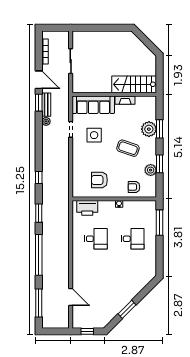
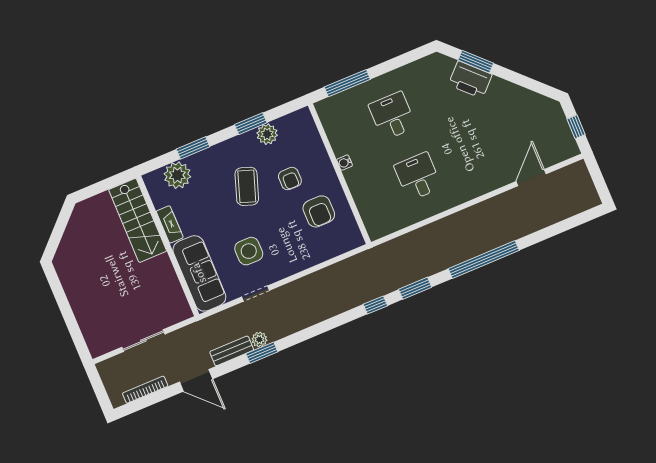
door: (39, 80) -> (196, 380), swing flipped
window: (39, 103) -> (262, 353), moved
plant: (149, 129) -> (177, 175), moved
window: (39, 177) -> (375, 305), moved
armchair: (134, 187) -> (290, 179), moved
printer: (87, 208) -> (470, 80), moved, turned 135
window: (39, 303) -> (563, 226), removed
window: (127, 309) -> (476, 62), moved

